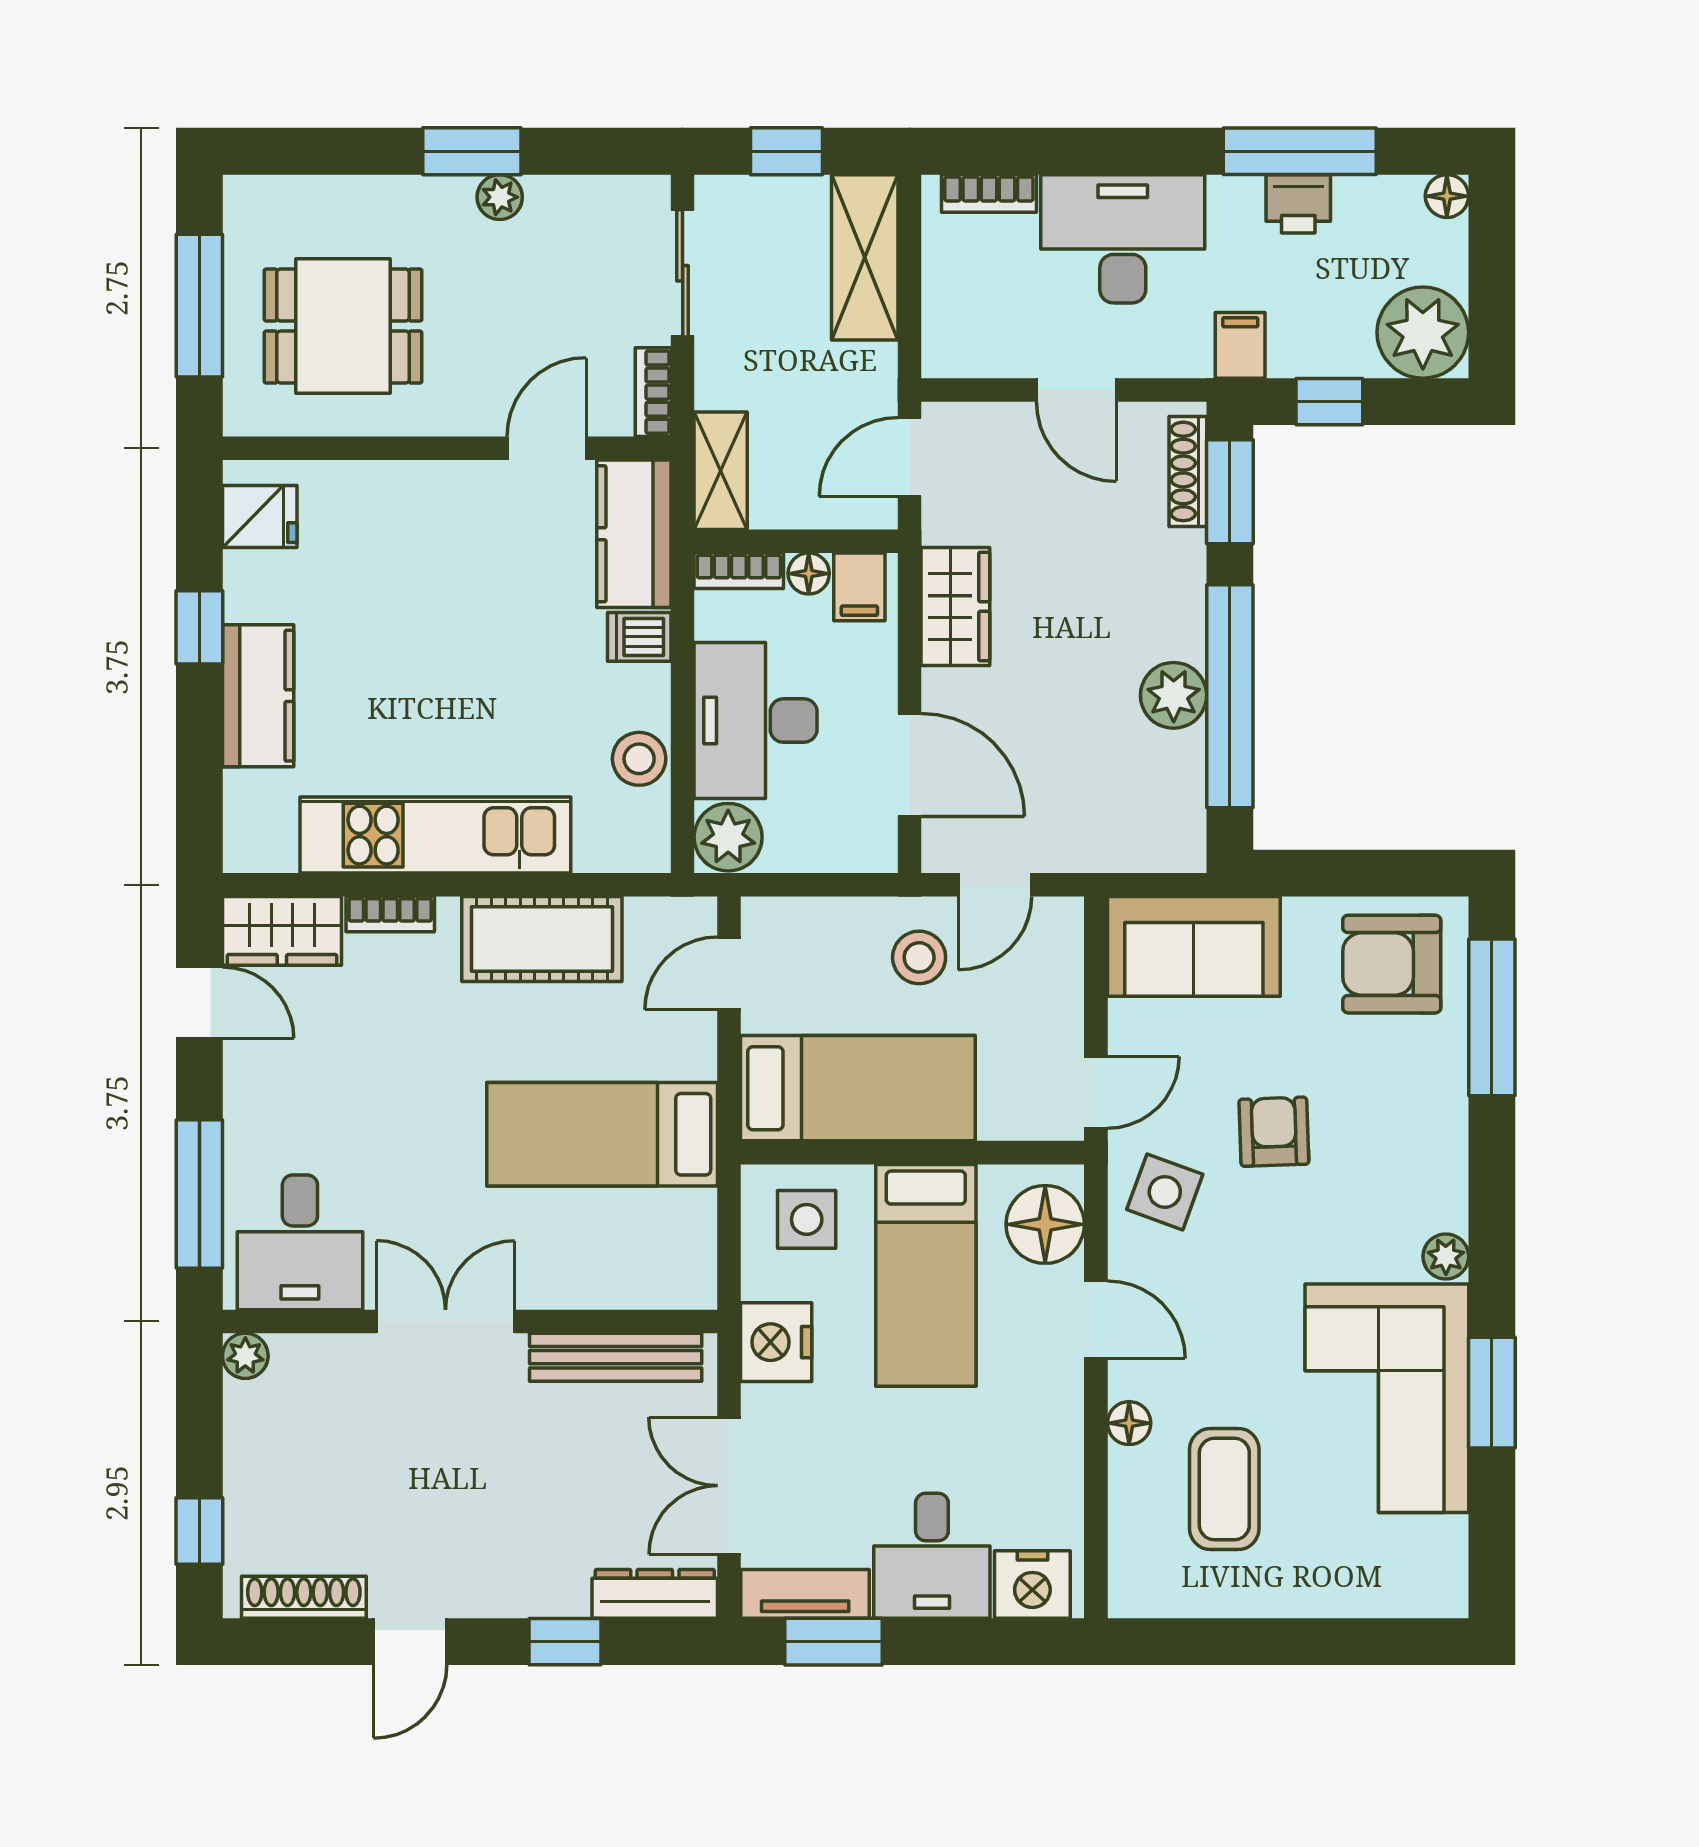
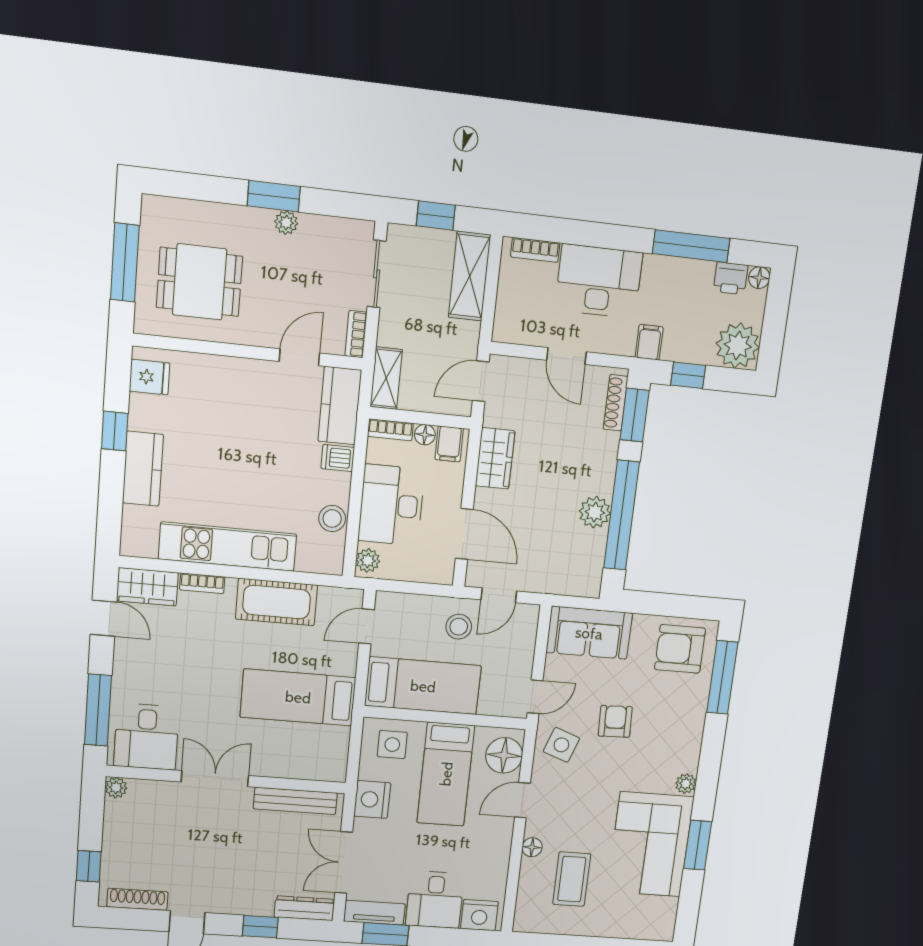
printer: (1298, 204) -> (731, 278), moved
plant: (728, 837) -> (368, 560), width x0.73, depth x0.73
door: (1096, 1320) -> (522, 800), swing flipped

